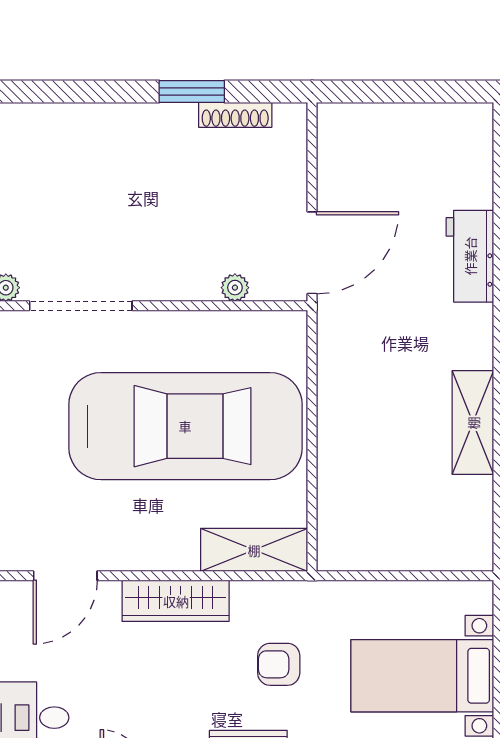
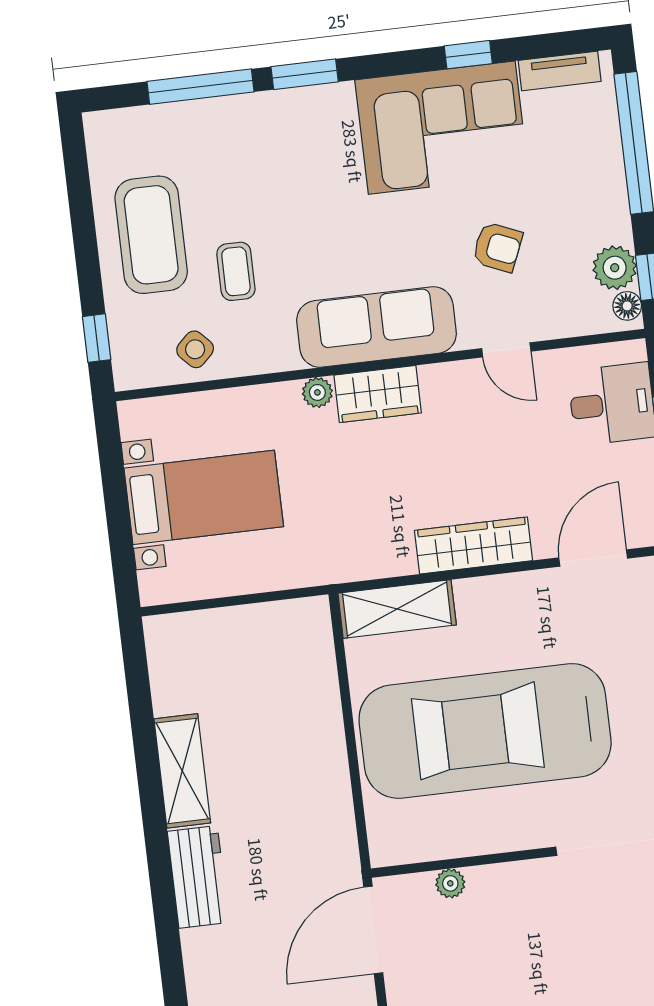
workbench: (470, 256) -> (198, 877), moved
armchair: (279, 664) -> (357, 491), removed

